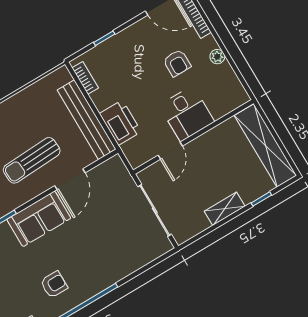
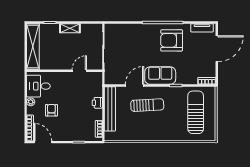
desk: (187, 114) -> (38, 86), moved, turned -90
printer: (120, 123) -> (97, 103), width x0.53, depth x0.68
armchair: (54, 285) -> (172, 40), width x1.88, depth x1.88

